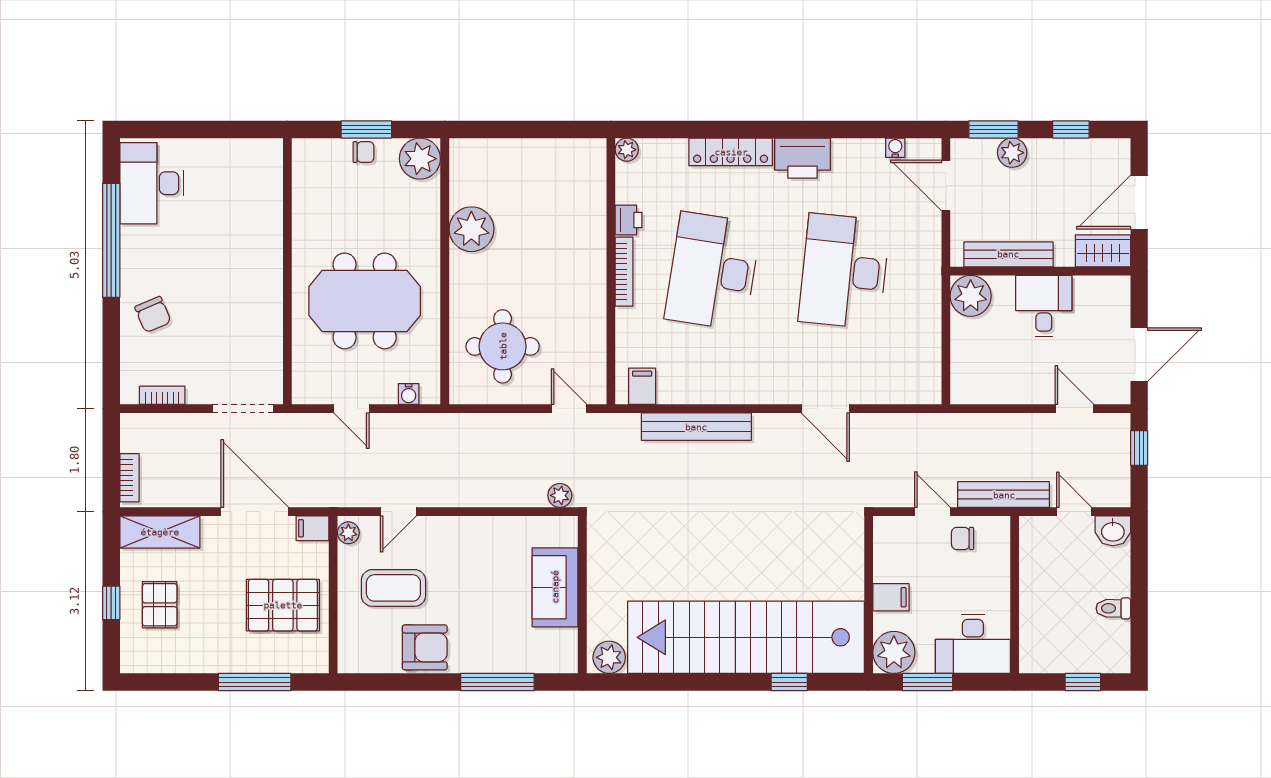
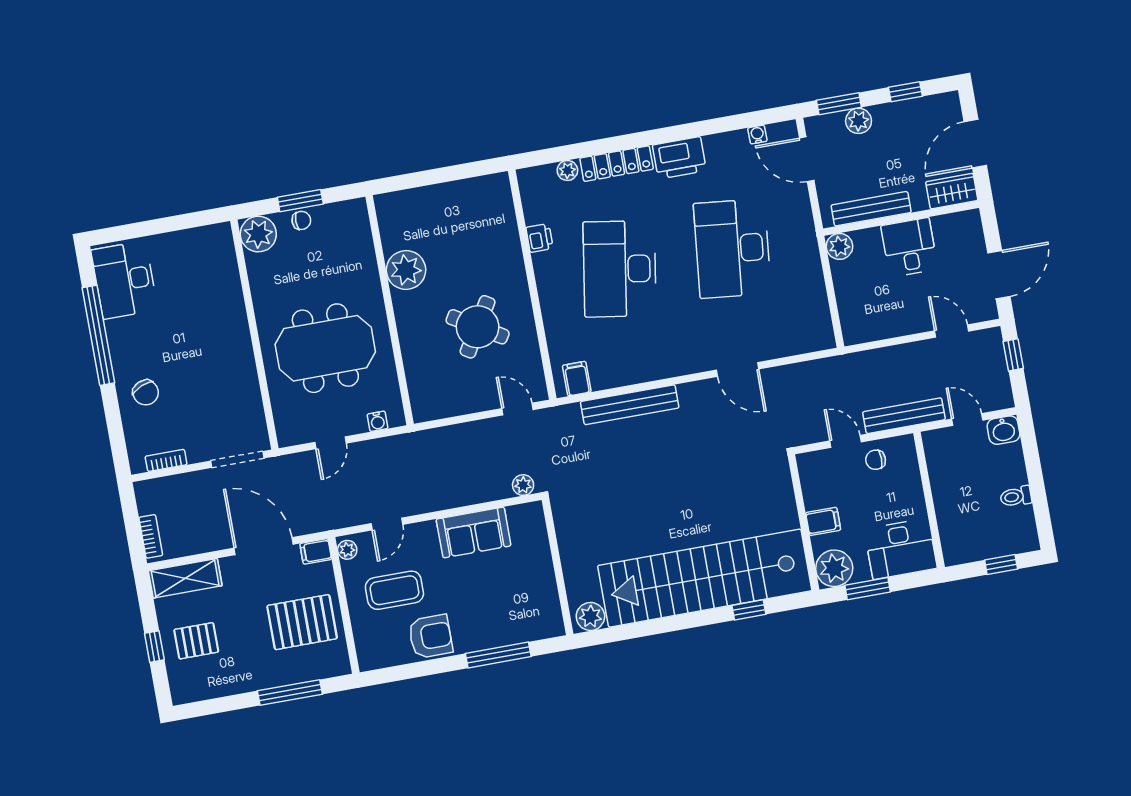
plant: (627, 150) -> (567, 170), moved
plant: (420, 159) -> (258, 234), moved
bookcase: (624, 272) -> (544, 283), removed
plant: (971, 296) -> (839, 246), width x0.73, depth x0.73
round table: (503, 346) -> (478, 327), moved, turned 31
door: (351, 409) -> (331, 443), hinge flipped
sofa: (555, 587) -> (474, 532), moved, turned -90
pallet: (160, 605) -> (196, 641), turned 90

